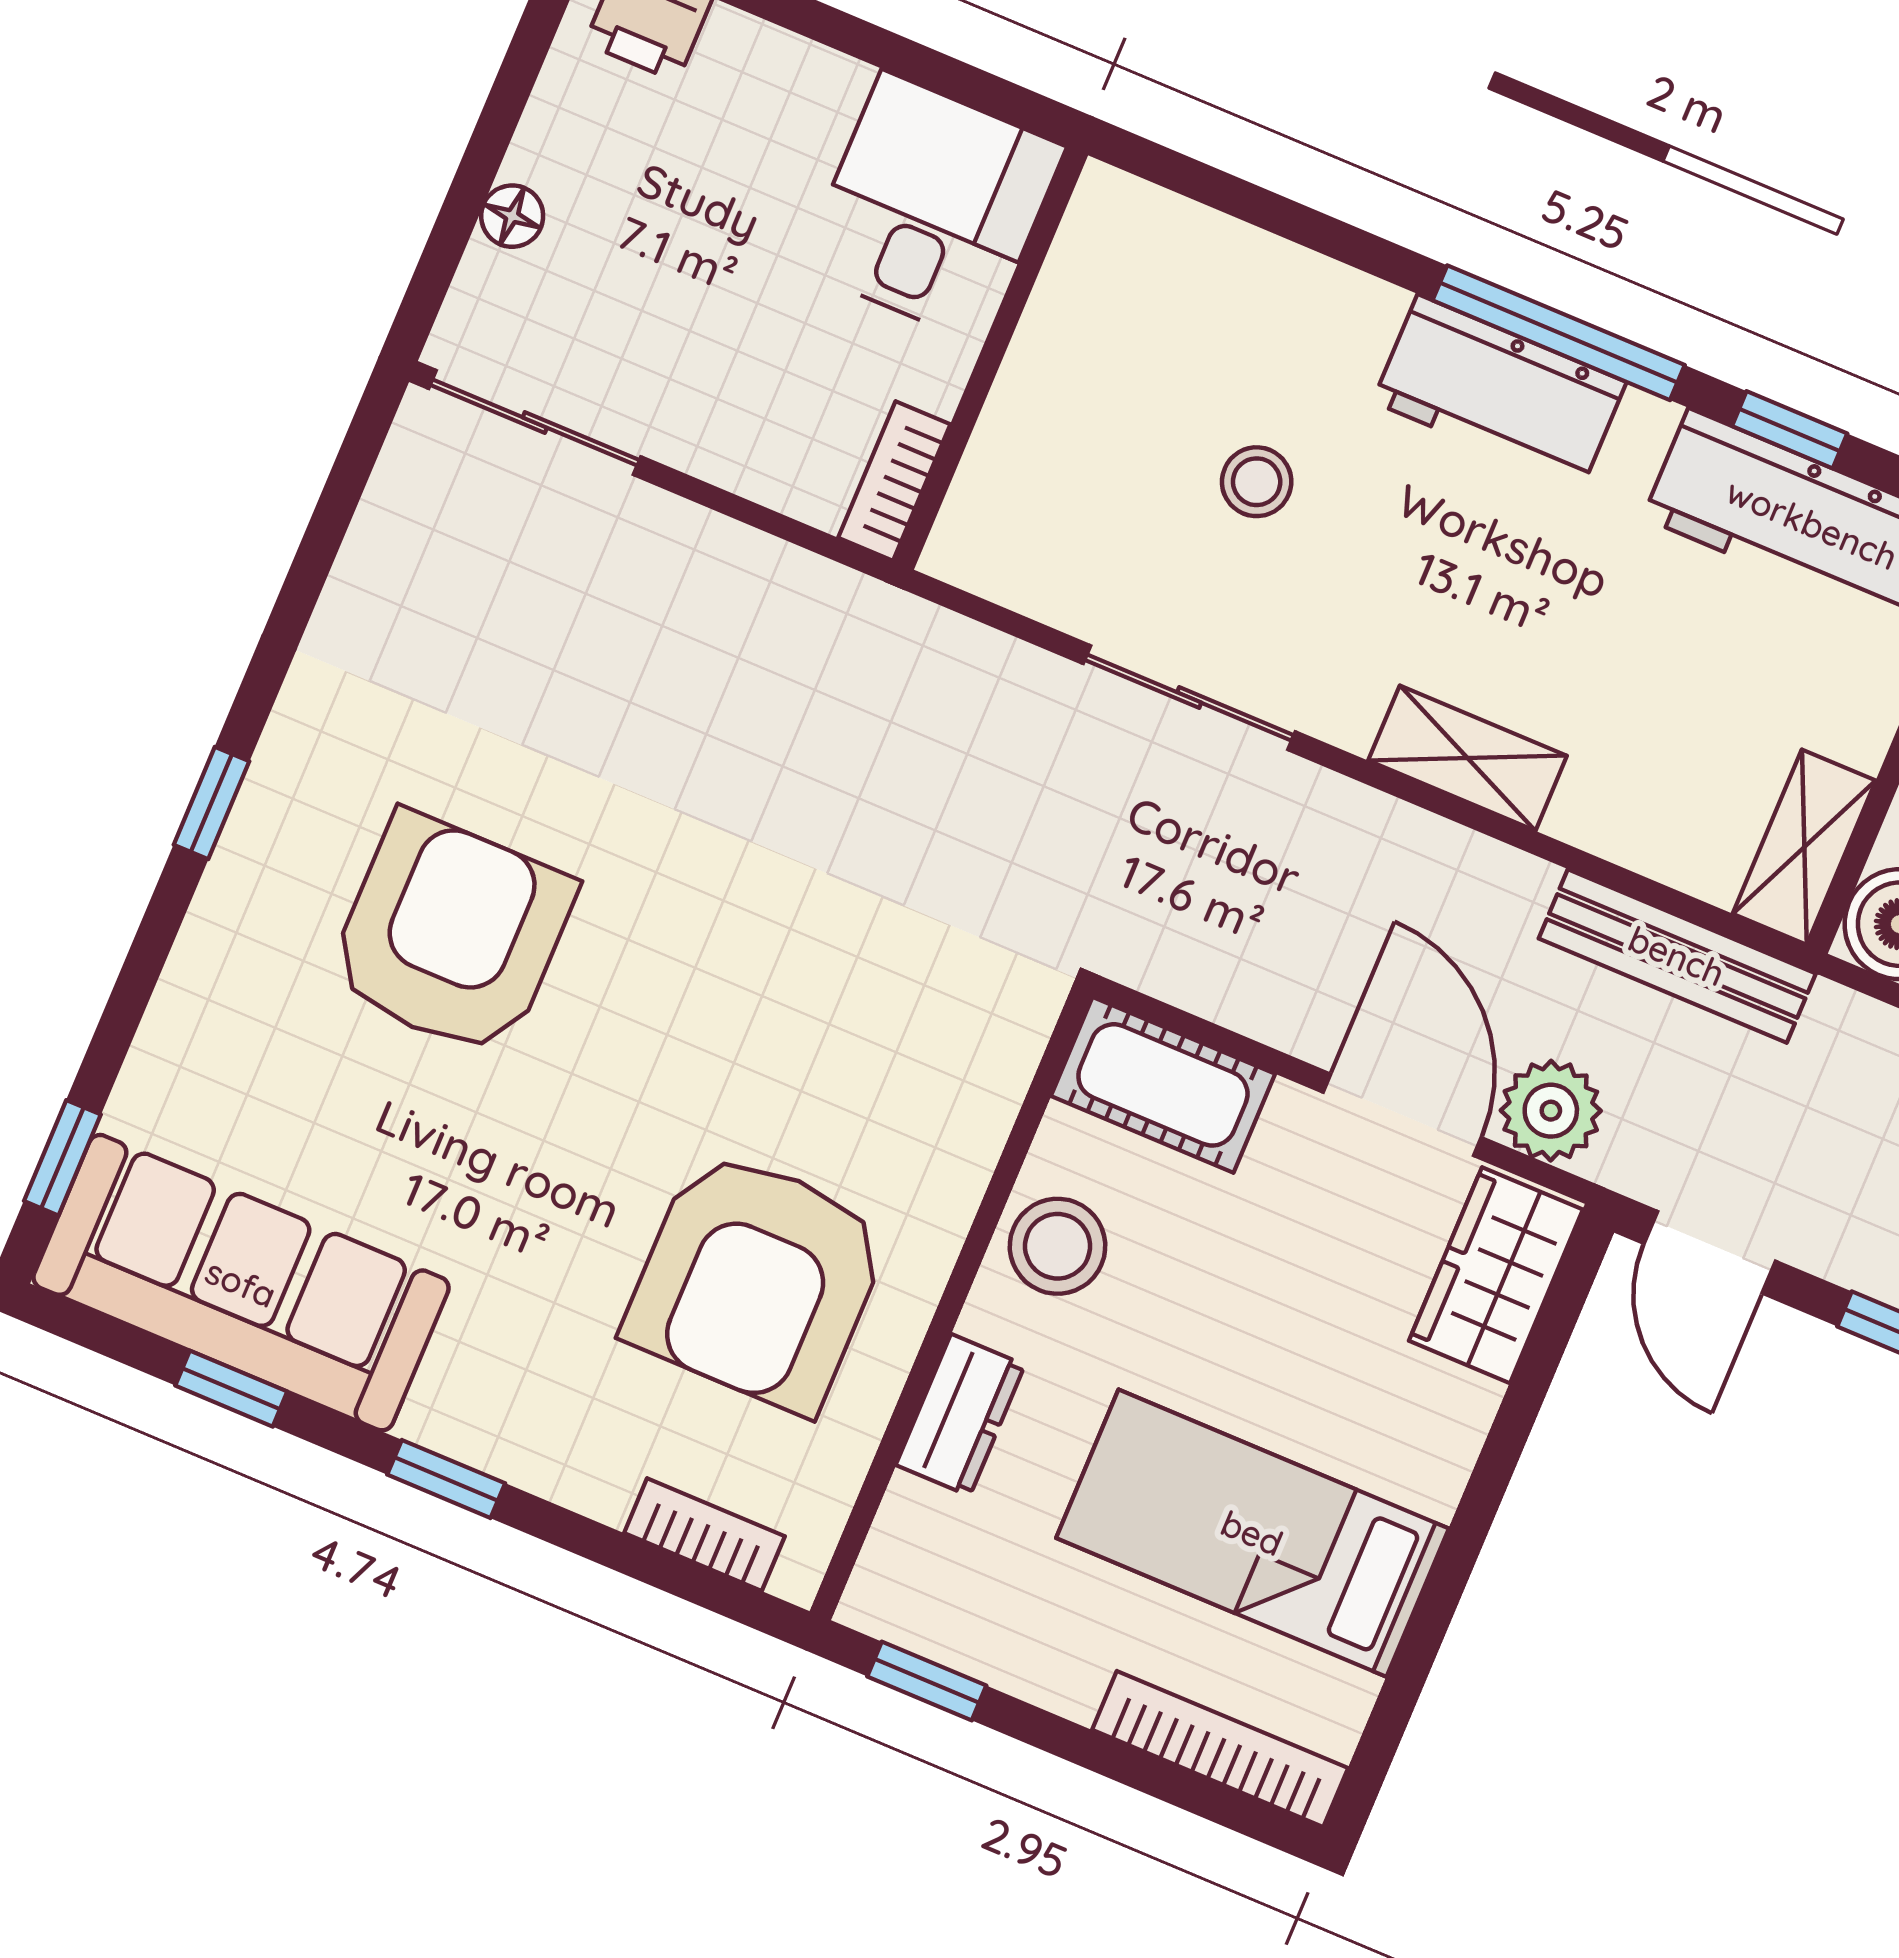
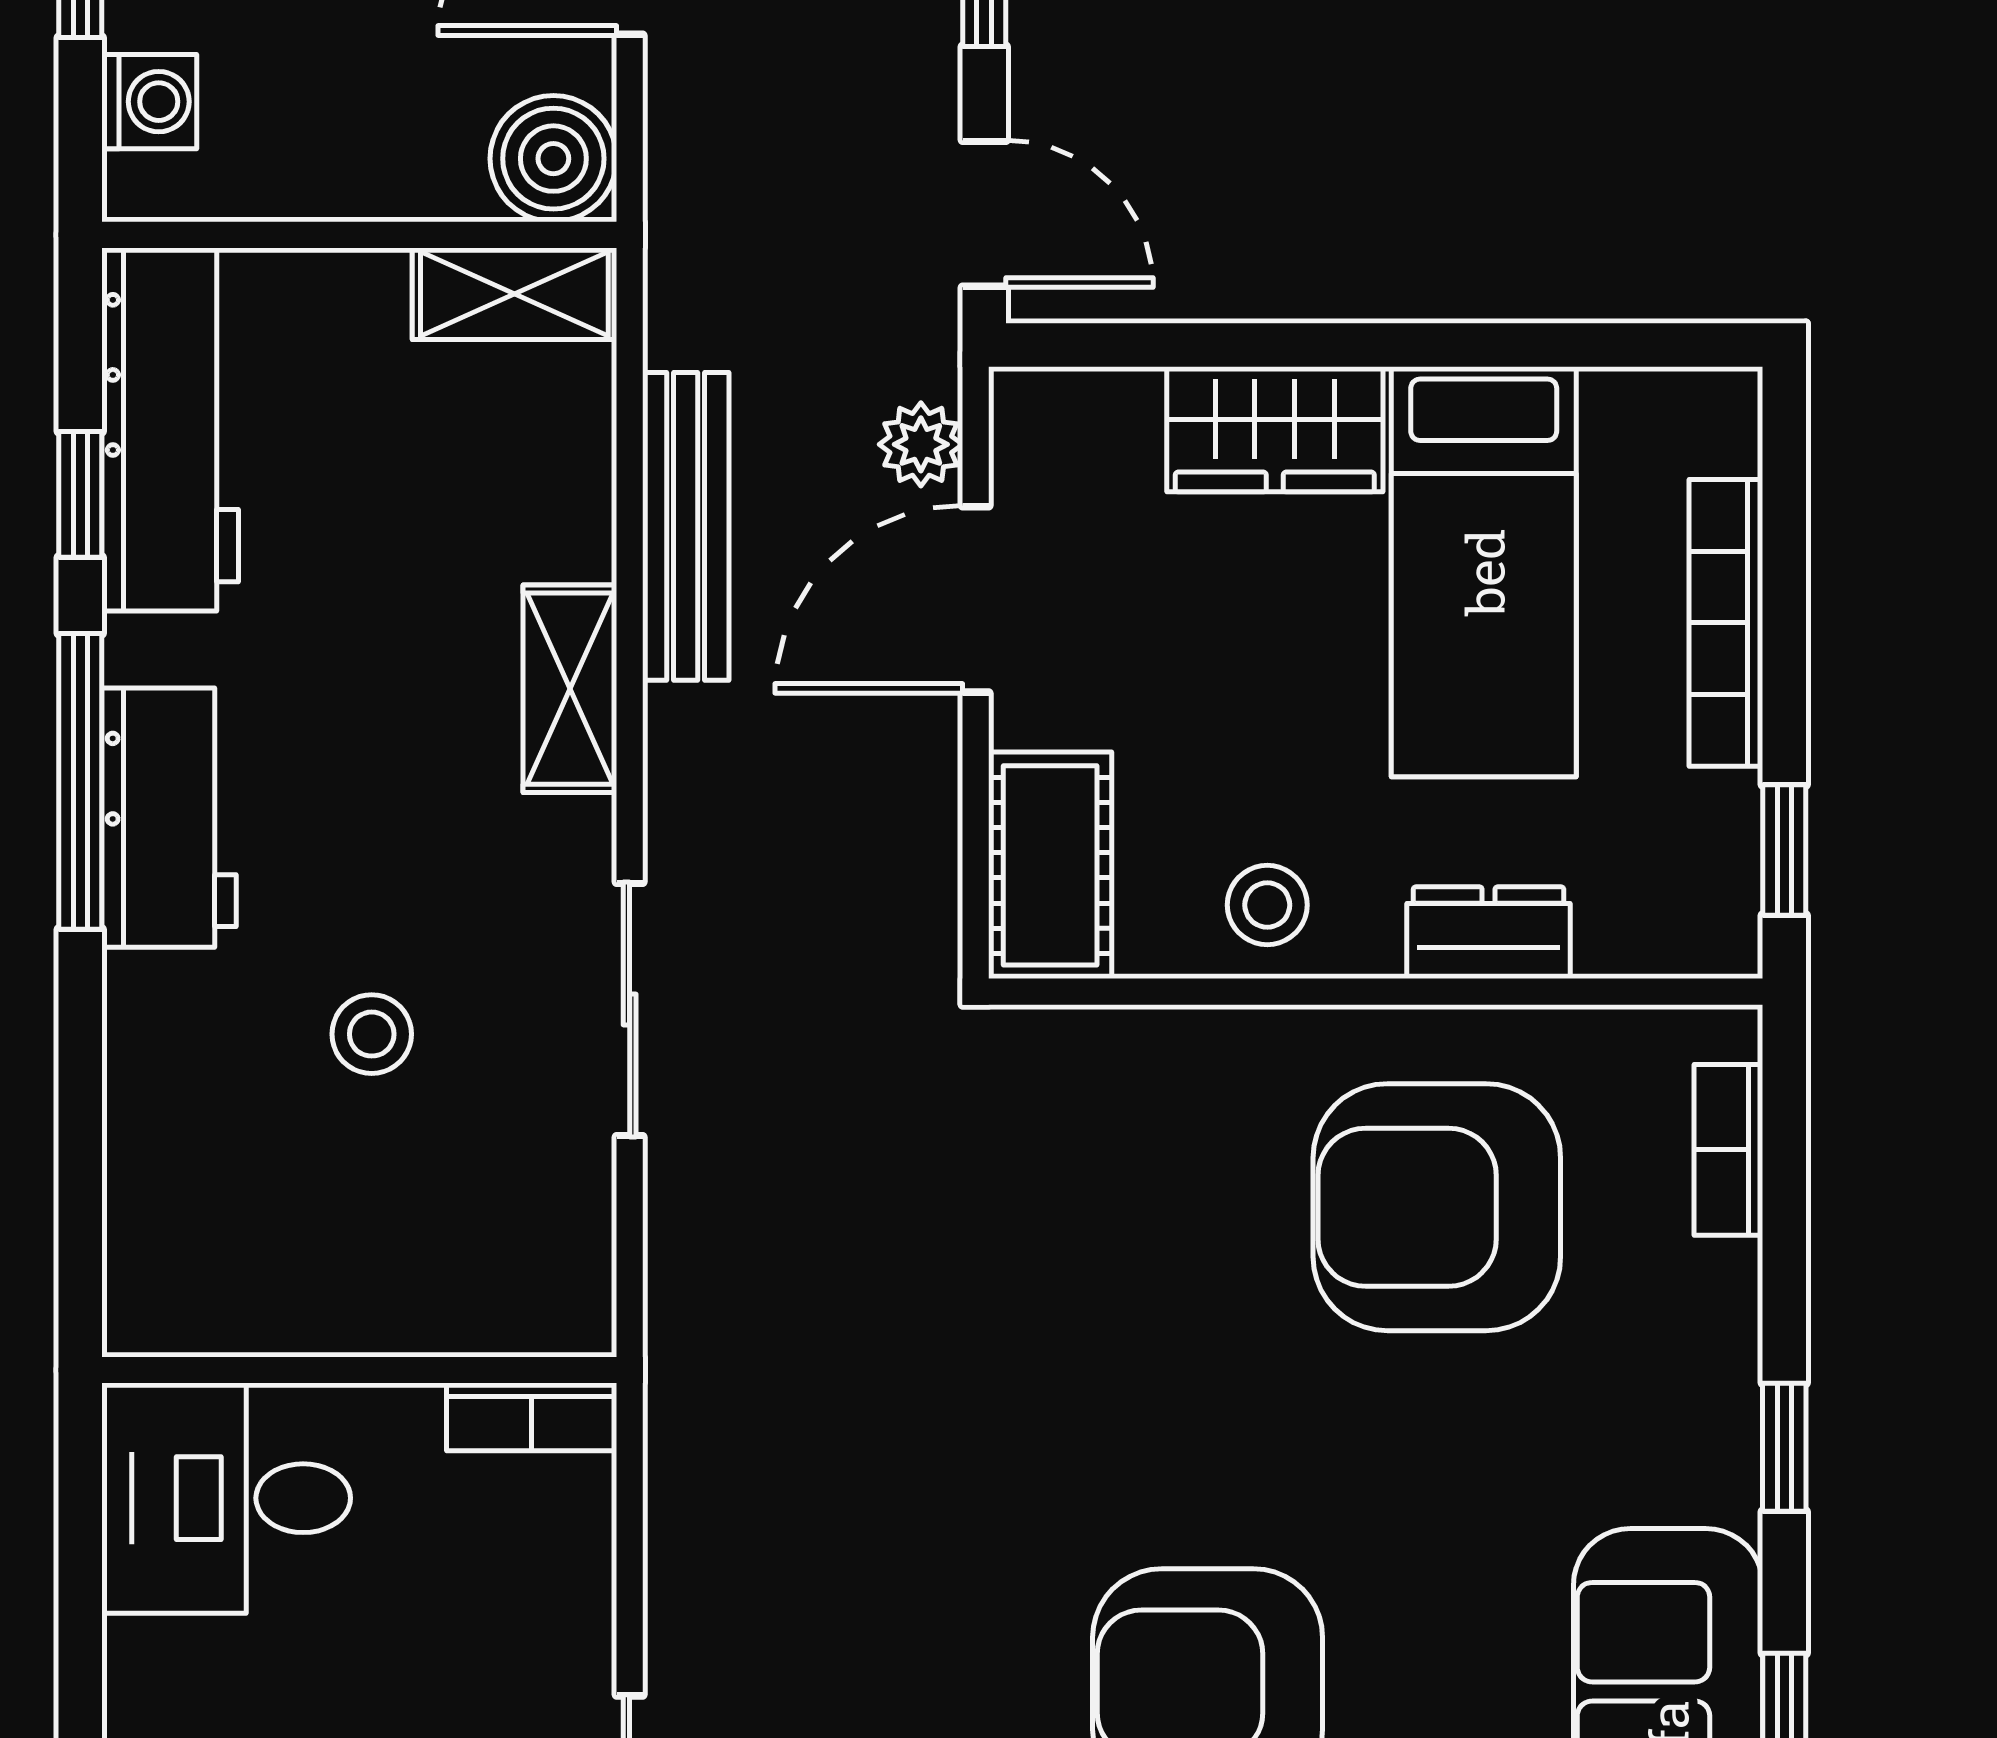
bench: (1677, 956) -> (686, 526), moved
plant: (1551, 1111) -> (921, 444), width x0.73, depth x0.73
stool: (1058, 1246) -> (1267, 905), width x0.73, depth x0.73
door: (1710, 1252) -> (984, 214), hinge flipped
wardrobe: (1496, 1275) -> (1275, 429), moved
armchair: (757, 1280) -> (1437, 1207), turned 180
bookcase: (1220, 1749) -> (1726, 623), moved

